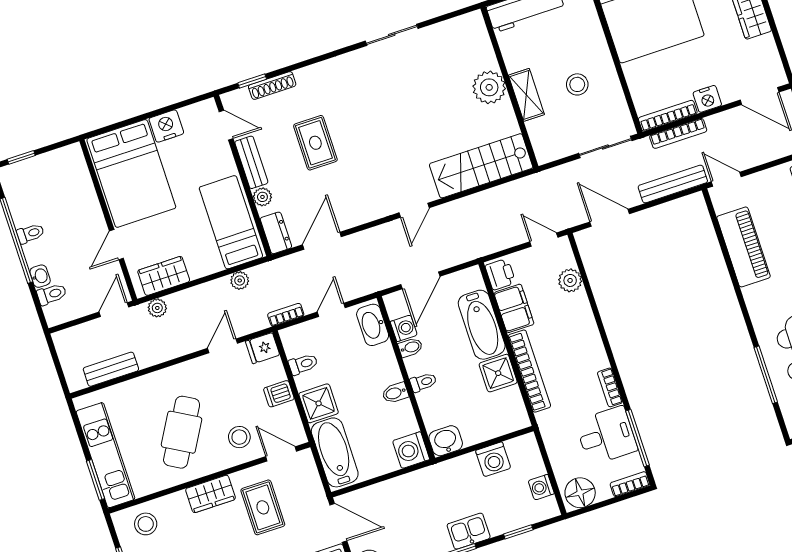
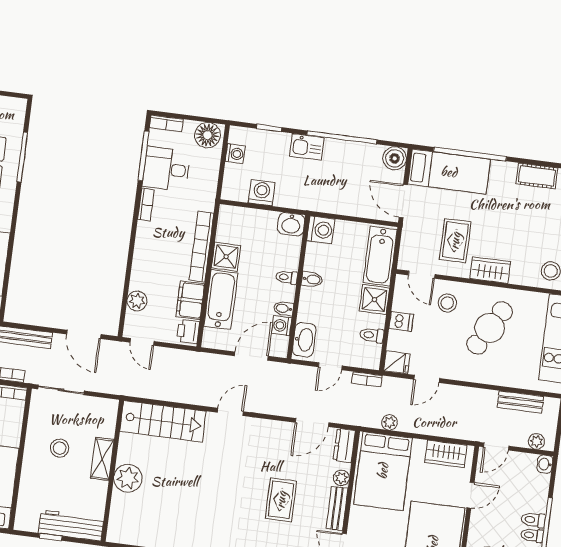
bed: (231, 222) -> (383, 471), width x1.50
washbasin: (40, 276) -> (545, 464), moved
toilet: (52, 294) -> (533, 520), moved
plant: (157, 308) -> (536, 441), moved

